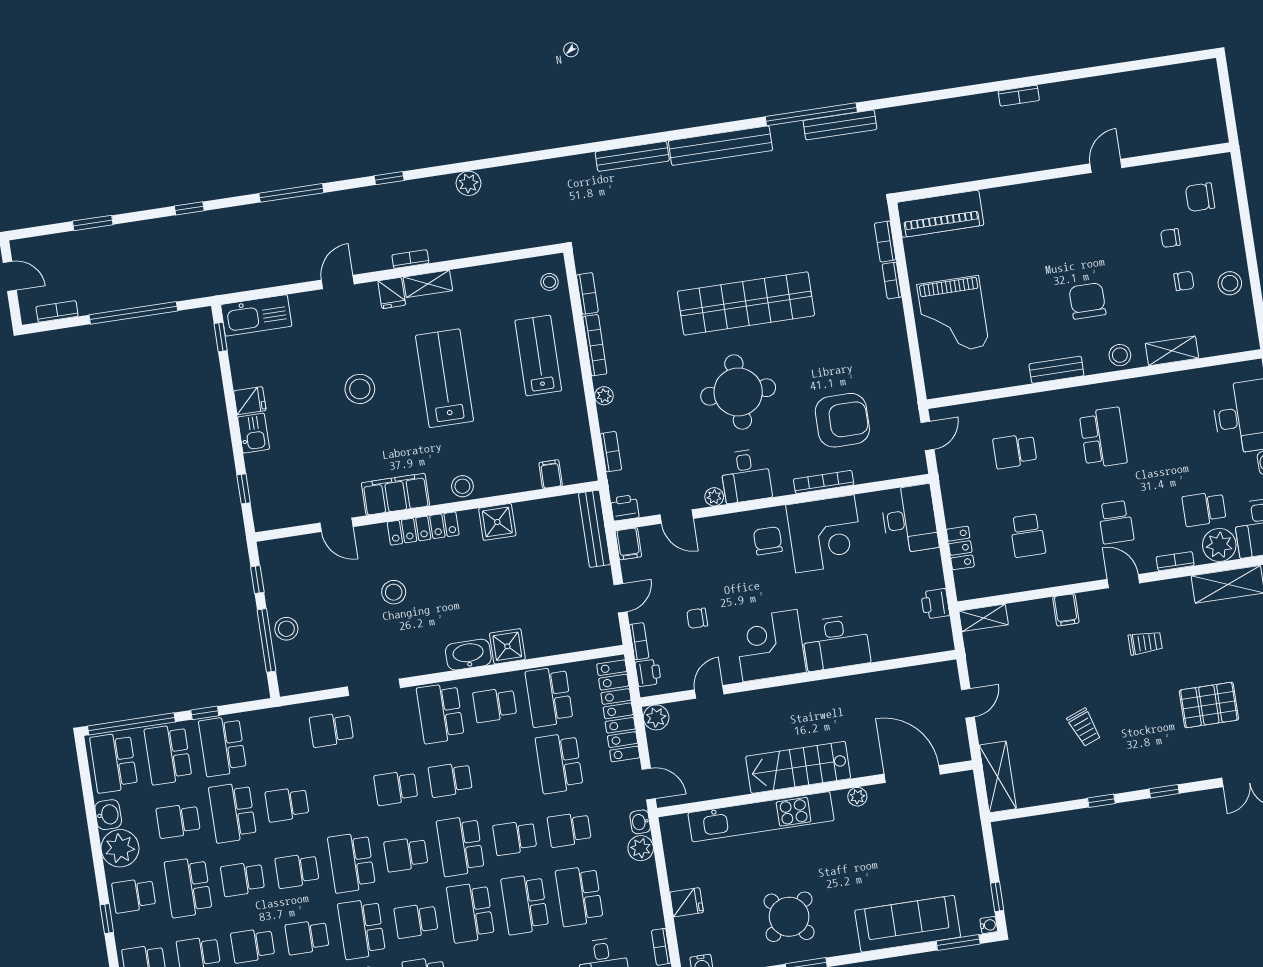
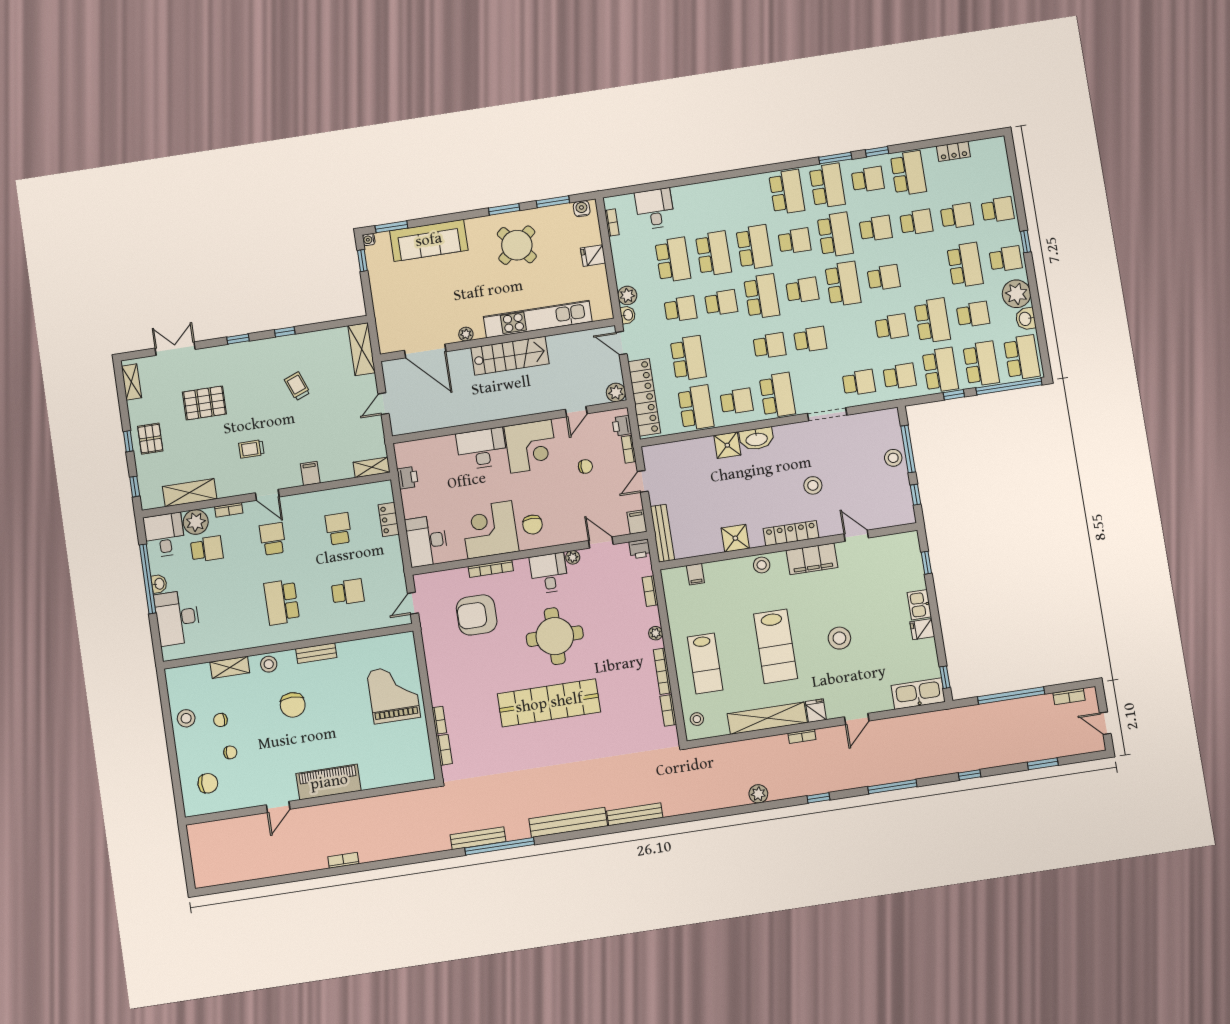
piano: (940, 214) -> (329, 782), moved
shelving: (428, 284) -> (767, 718), width x2.20, depth x1.33
school desk: (243, 879) -> (900, 376), moved

